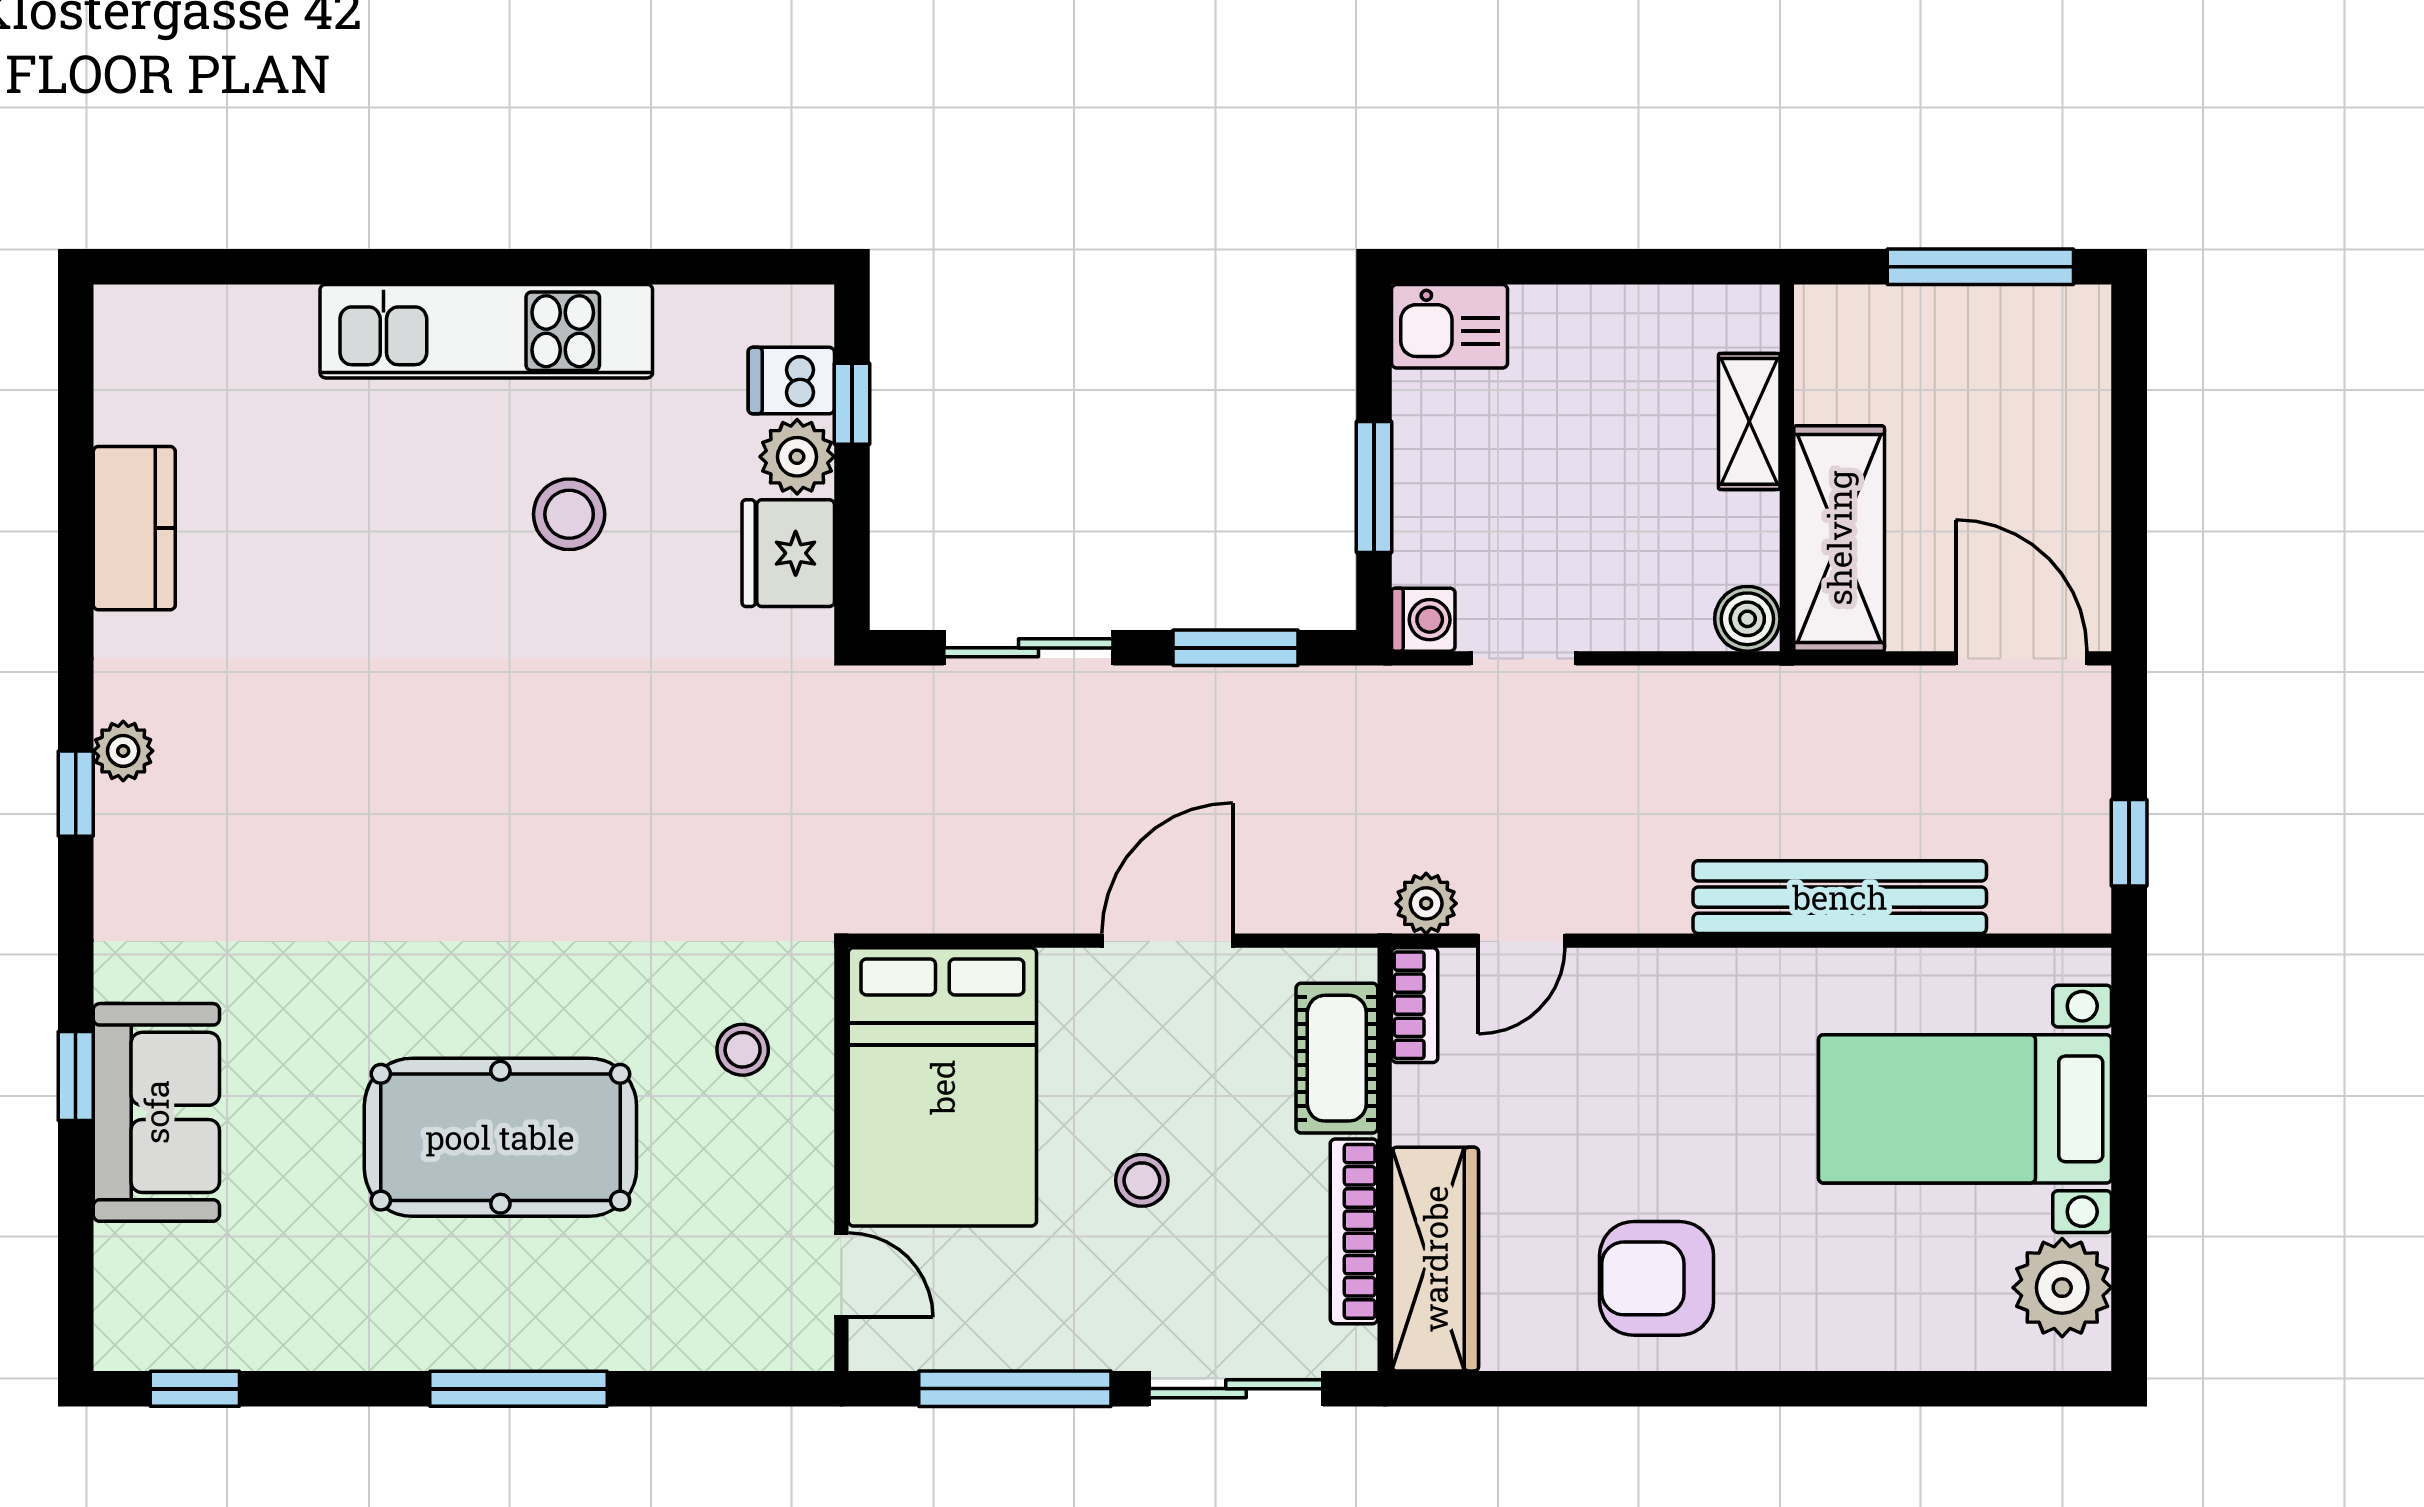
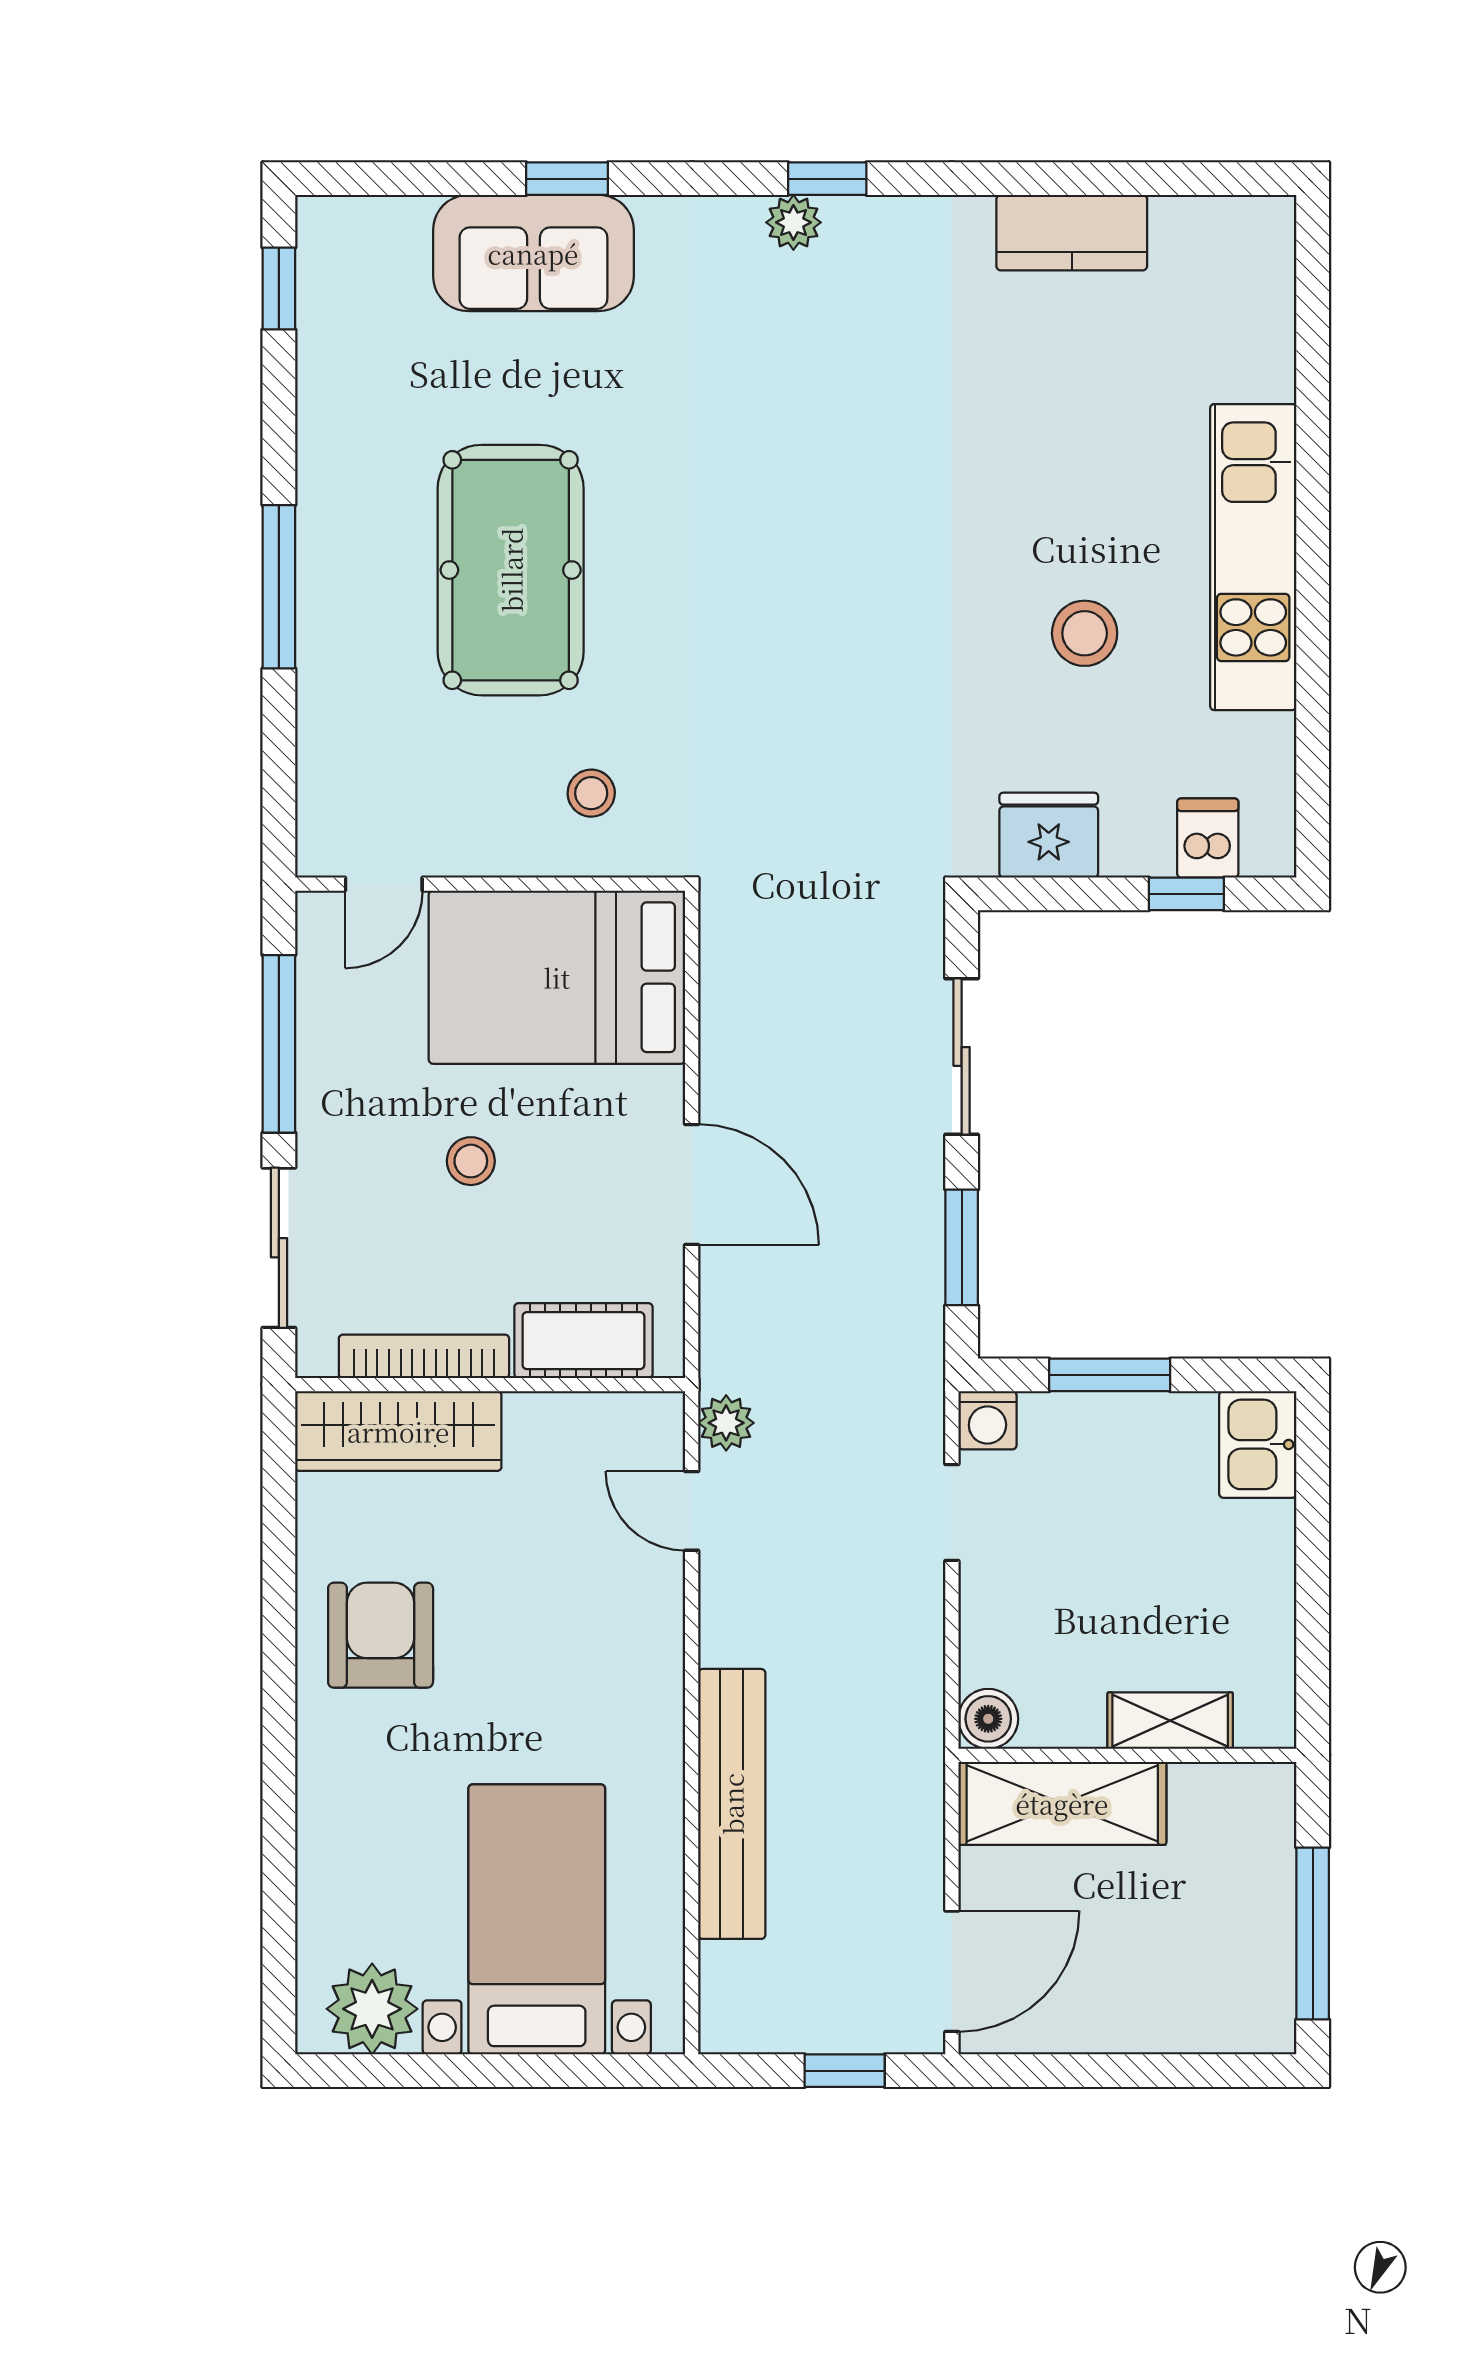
plant: (797, 457) -> (1138, 843), removed
plant: (123, 751) -> (793, 222), moved
window: (2129, 843) -> (845, 2071), moved
bookcase: (1415, 1005) -> (632, 1412), removed

